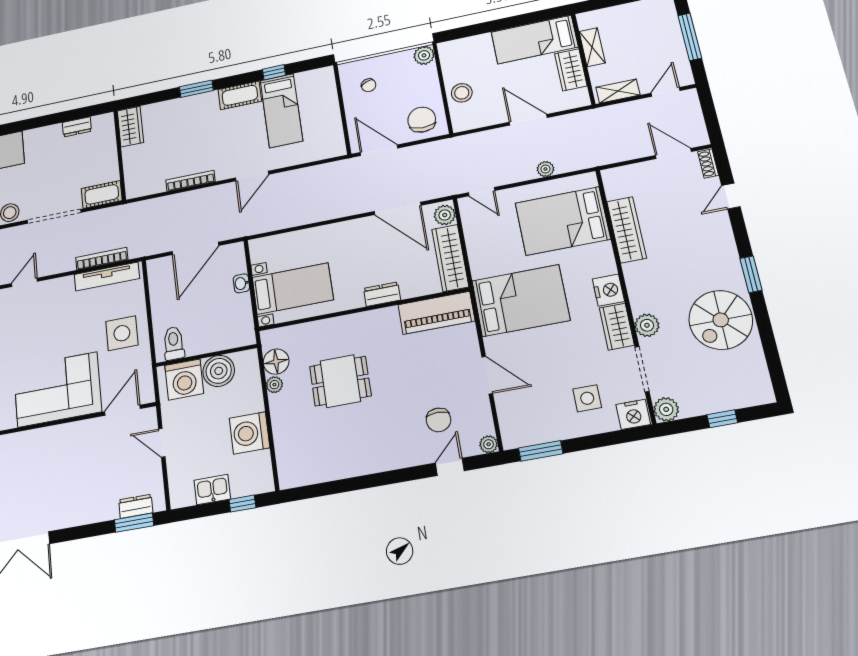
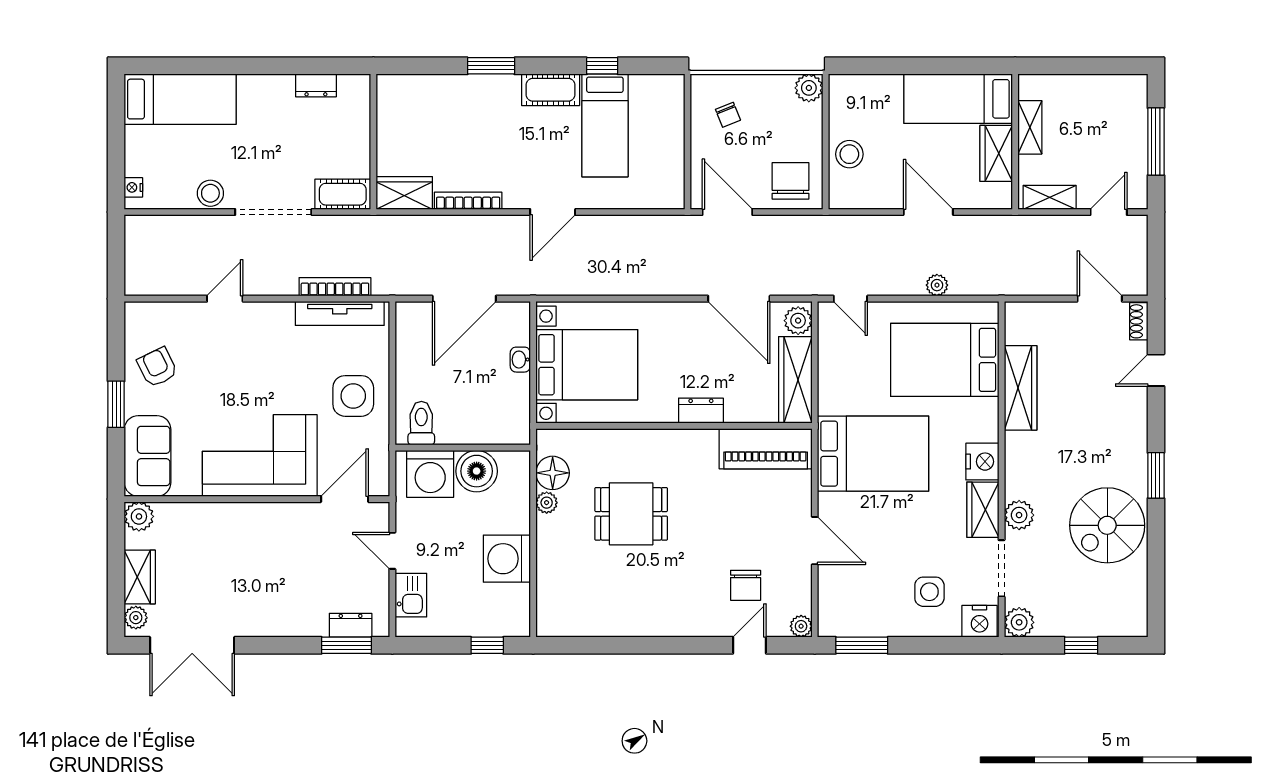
wardrobe: (130, 127) -> (404, 193), moved, turned -90
bed with nightstands: (293, 289) -> (587, 365), width x1.36
kitchen sink: (212, 489) -> (411, 595), moved, turned 90

